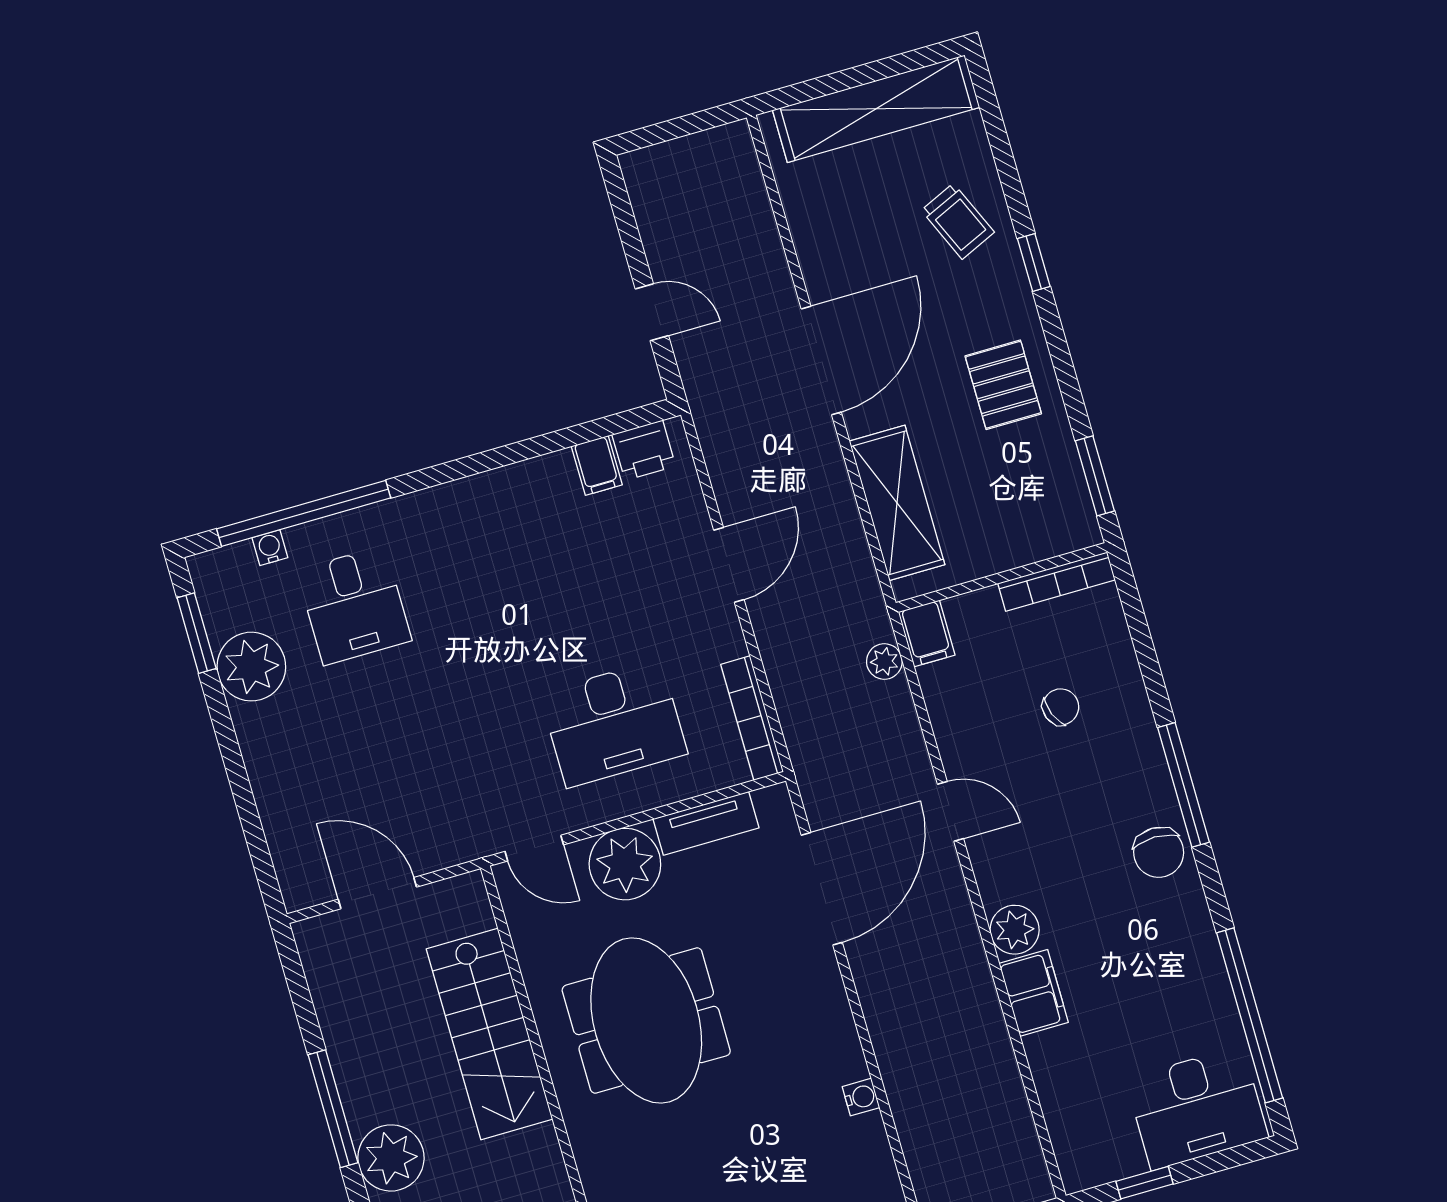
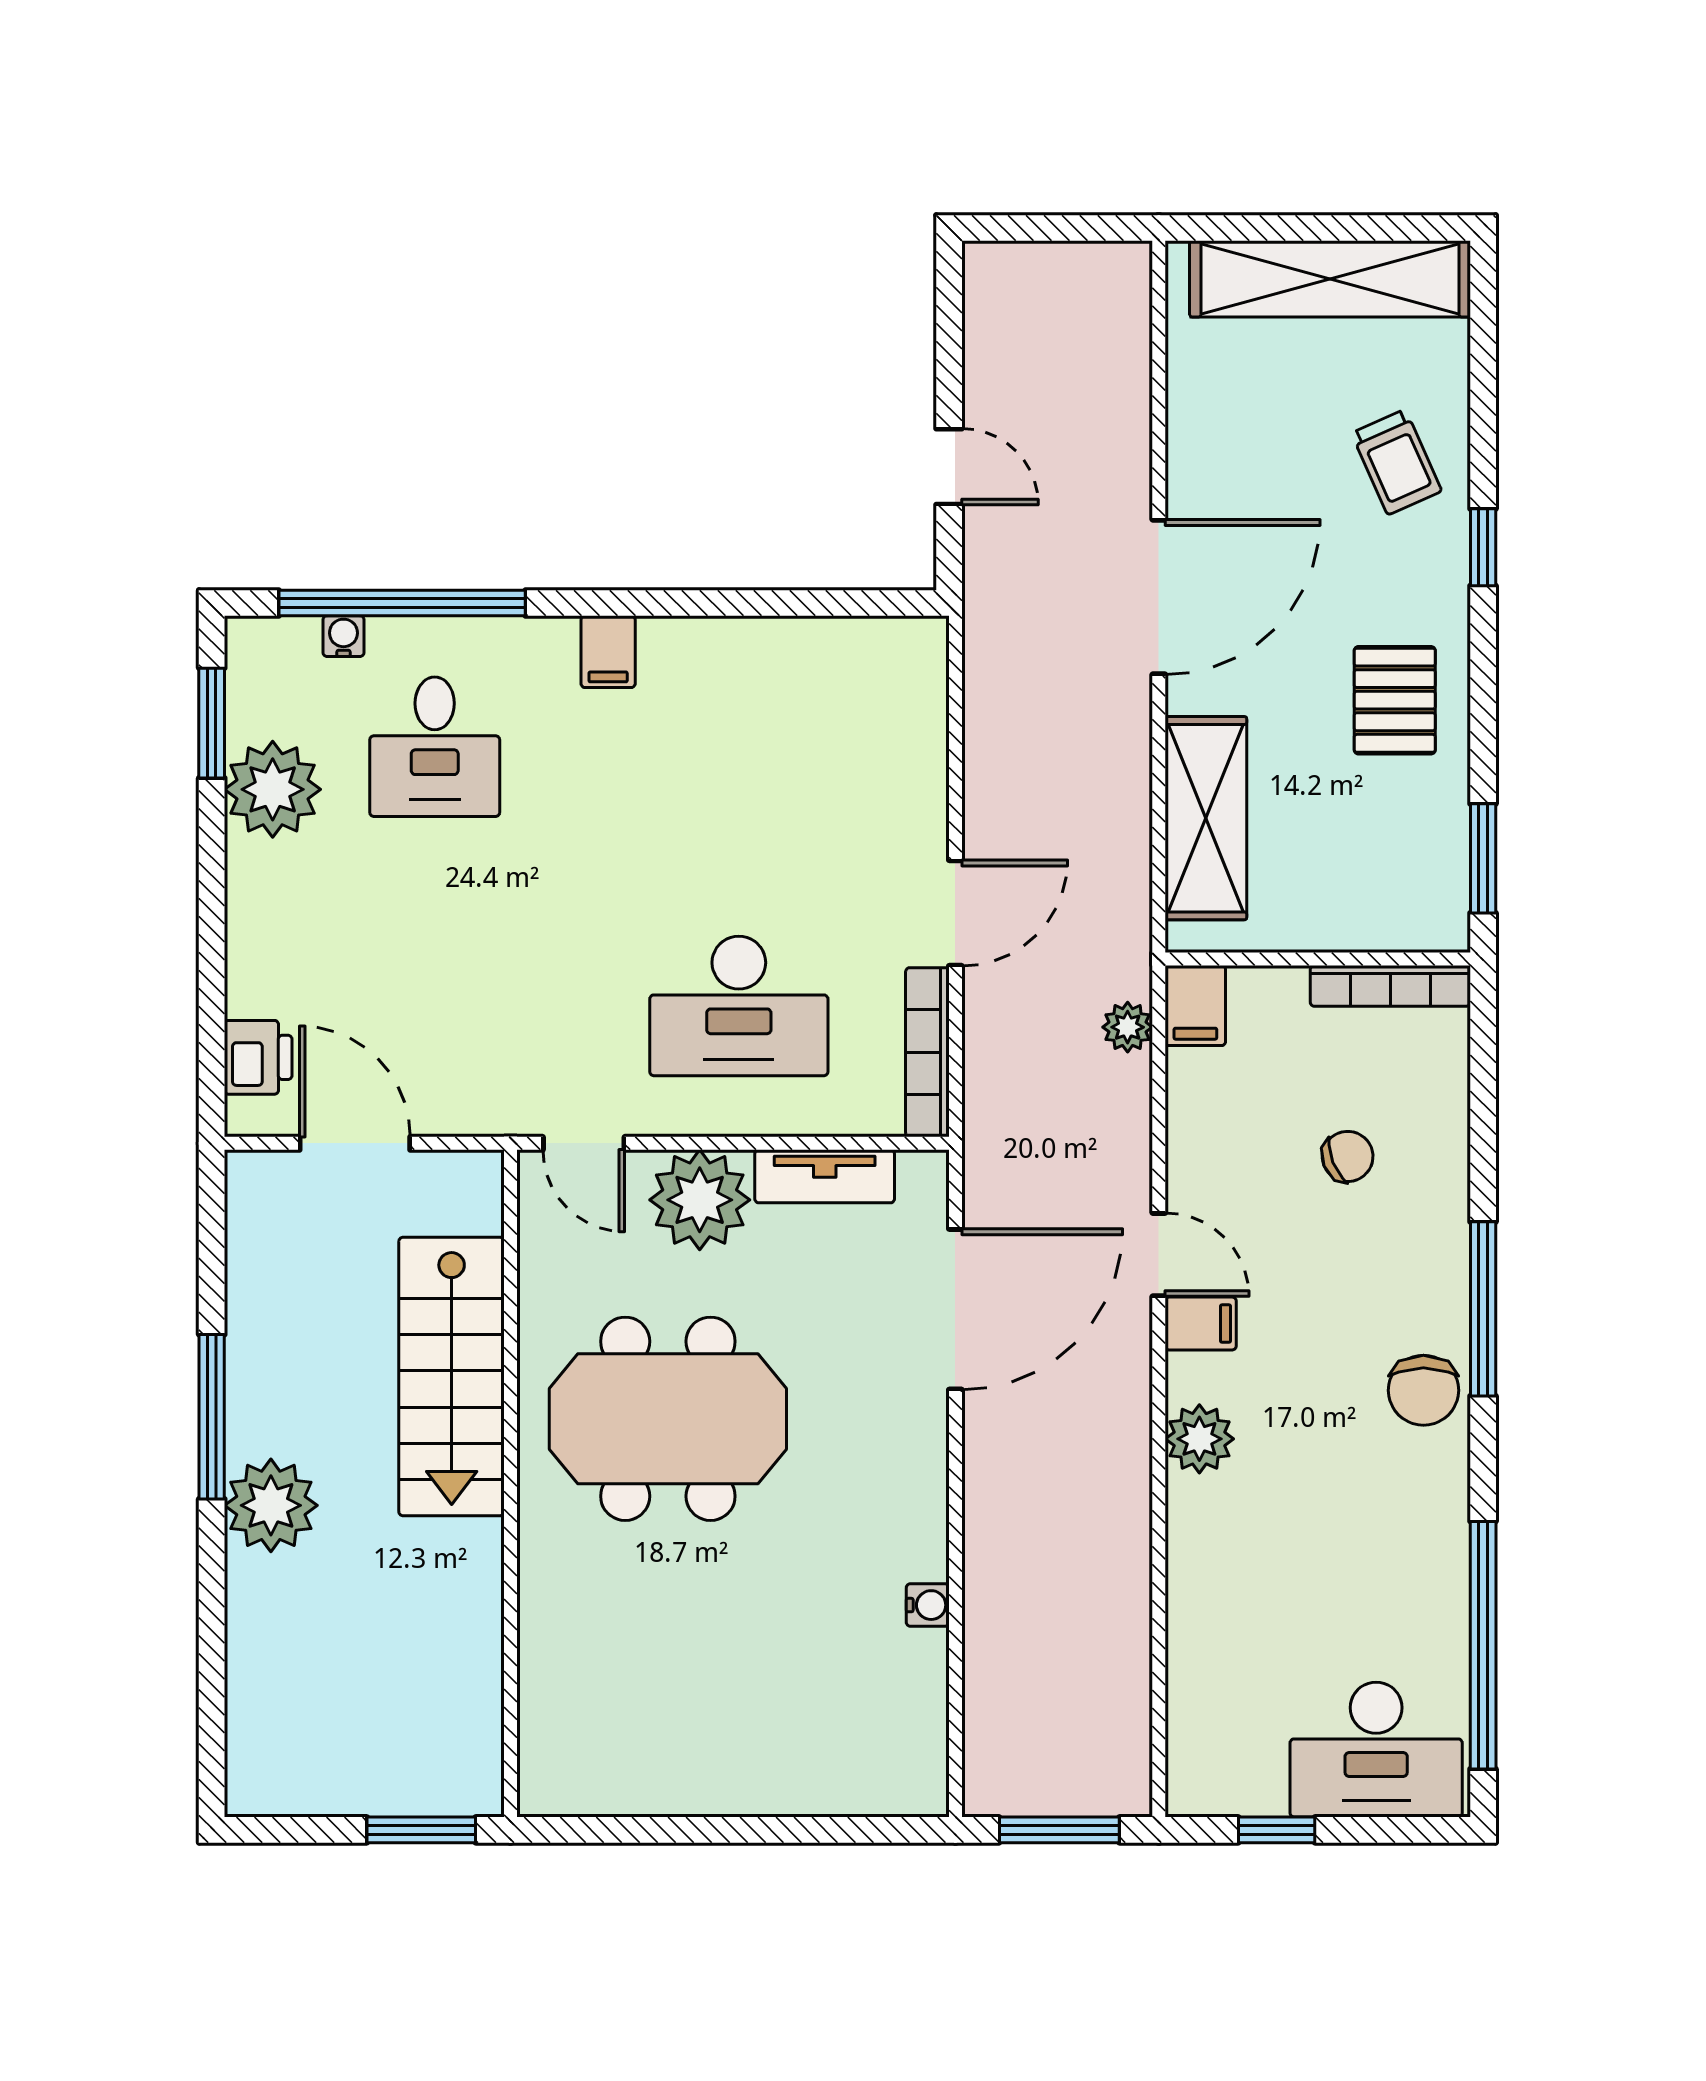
printer: (644, 450) -> (258, 1057), moved, turned -90
filing cabinet: (597, 465) -> (608, 652), moved
door: (729, 565) -> (955, 913), moved
filing cabinet: (1034, 993) -> (1201, 1324), moved, width x0.50
meeting table: (646, 1020) -> (668, 1419), turned 90

